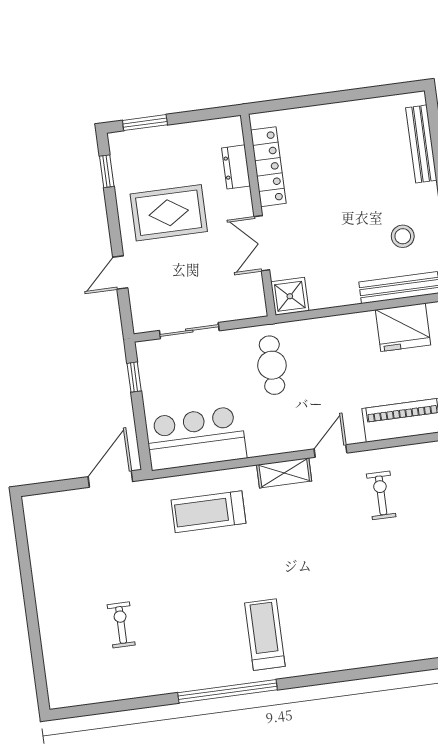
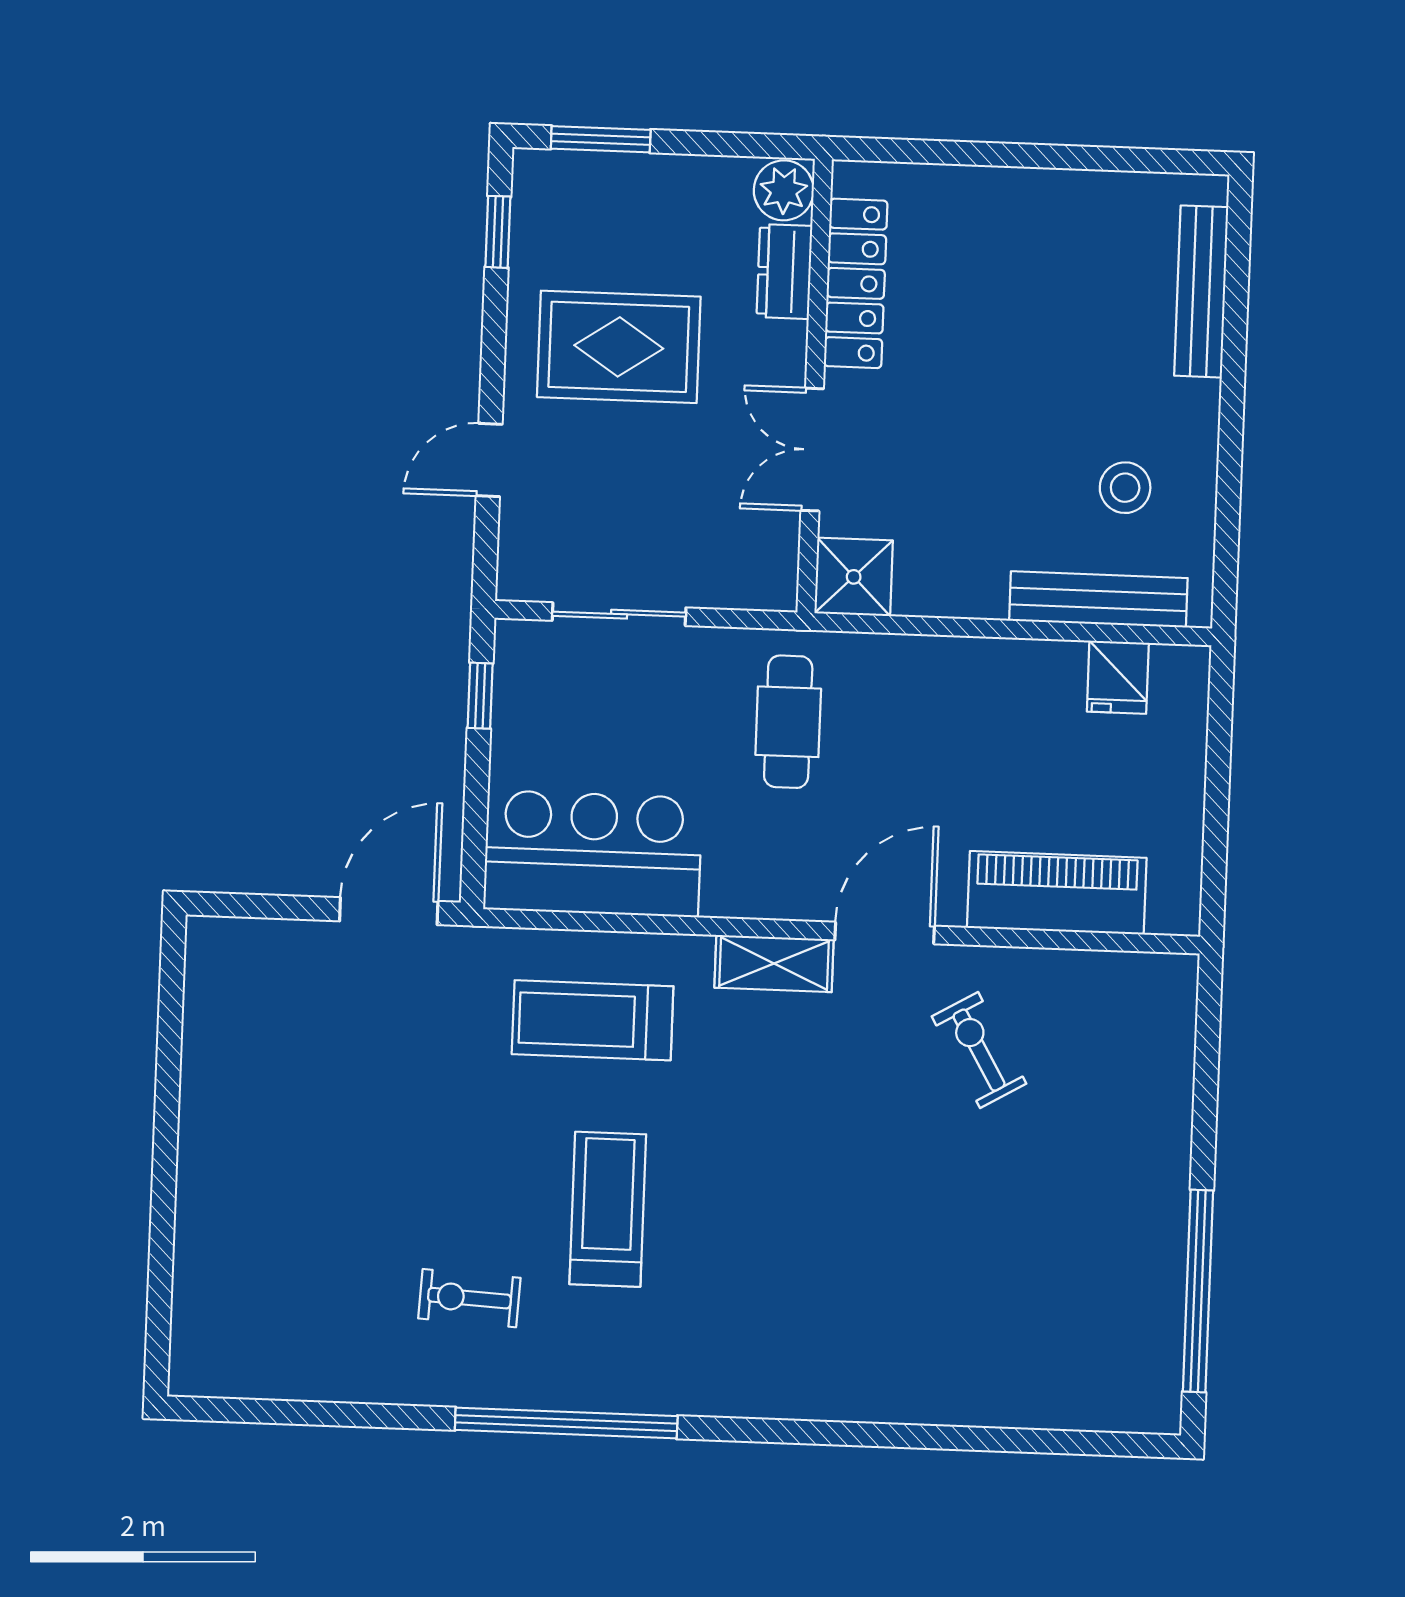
plant: (230, 131) -> (784, 190), added
fridge: (403, 327) -> (1118, 677), width x0.53, depth x0.75
door: (331, 451) -> (885, 933), width x1.38
exercise bike: (381, 495) -> (979, 1050), turned -30
exercise bike: (121, 625) -> (469, 1298), moved, turned -87
treadmill: (265, 635) -> (608, 1209), moved

